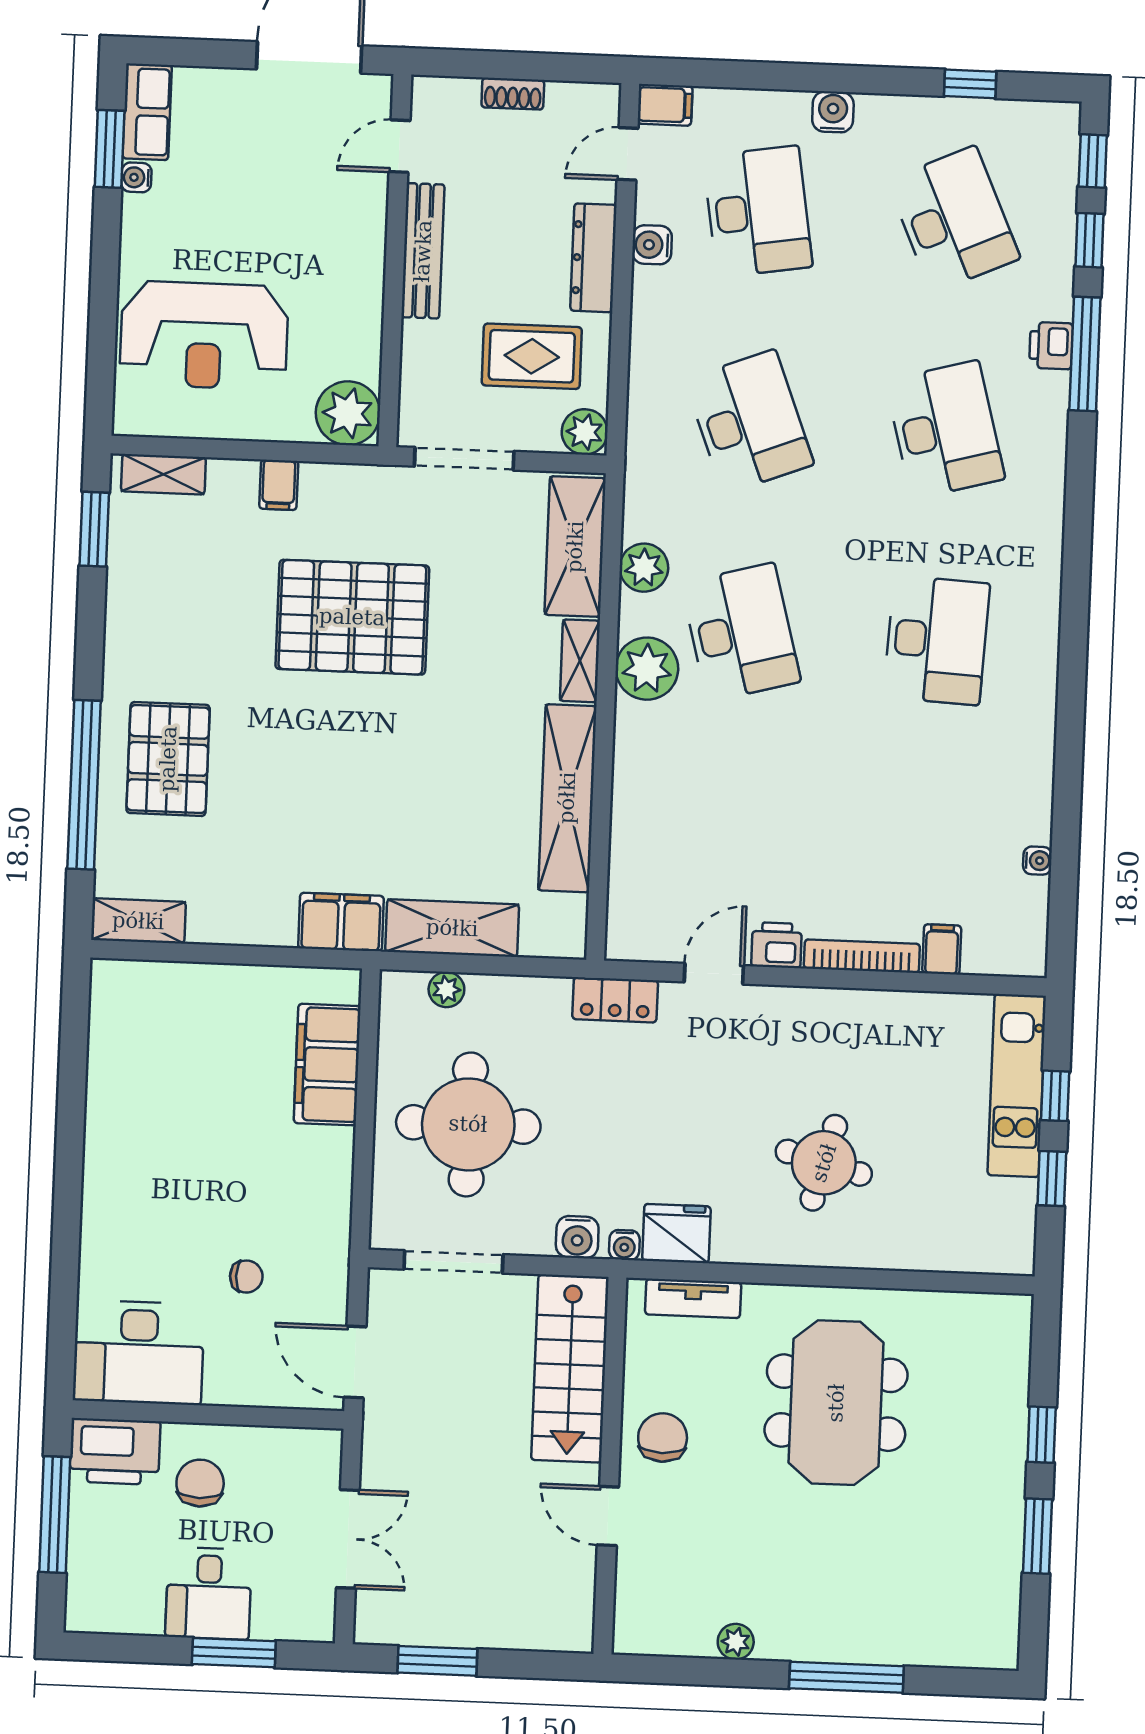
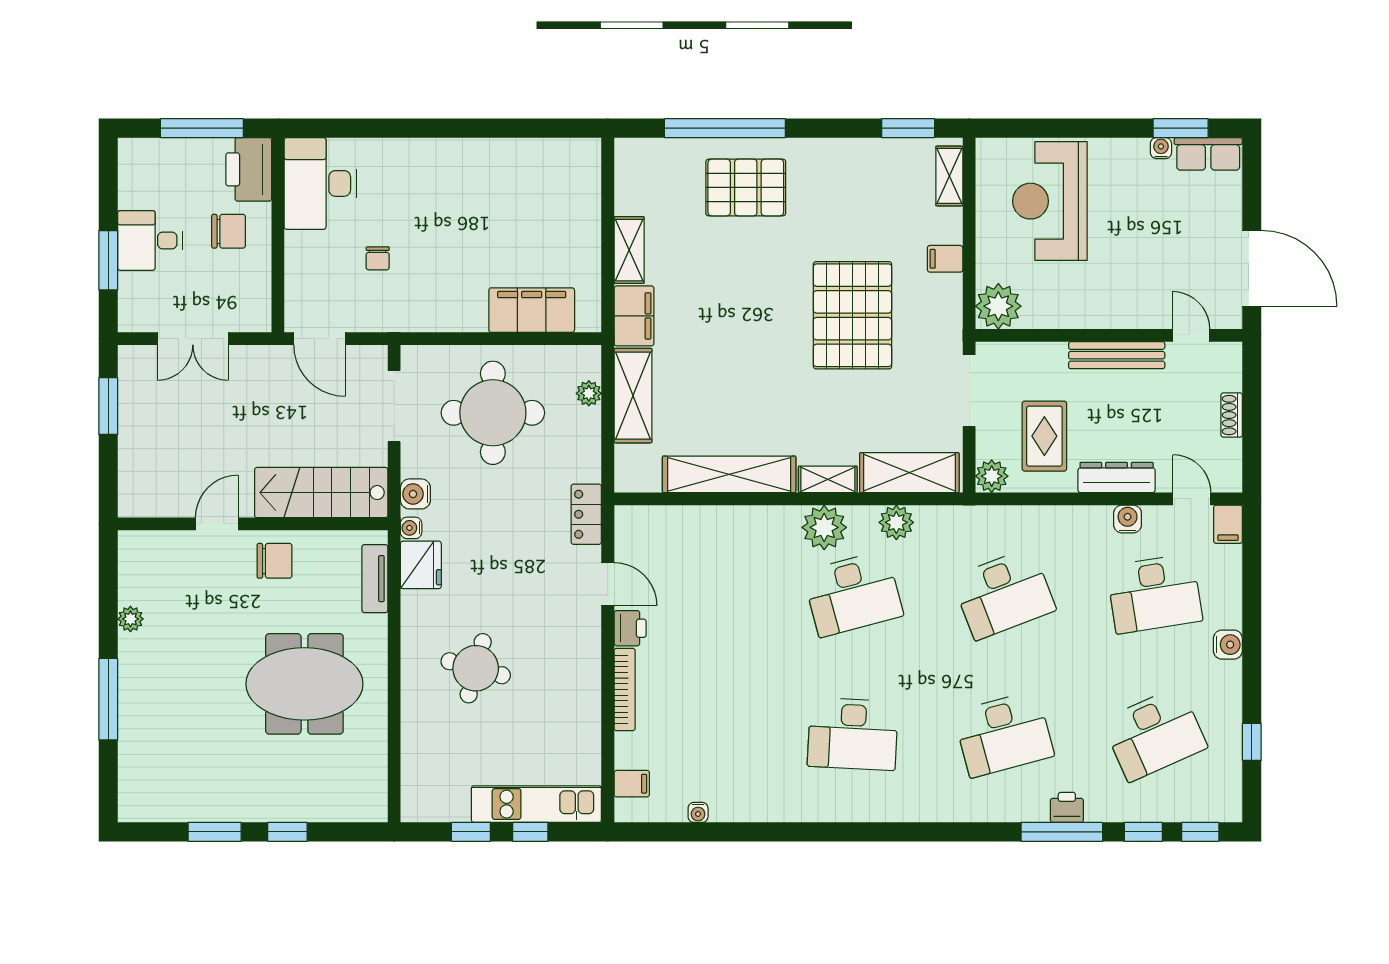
shelving: (138, 921) -> (629, 250), moved
filing cabinet: (942, 949) -> (632, 784), moved
door: (355, 1362) -> (320, 339), swing flipped

